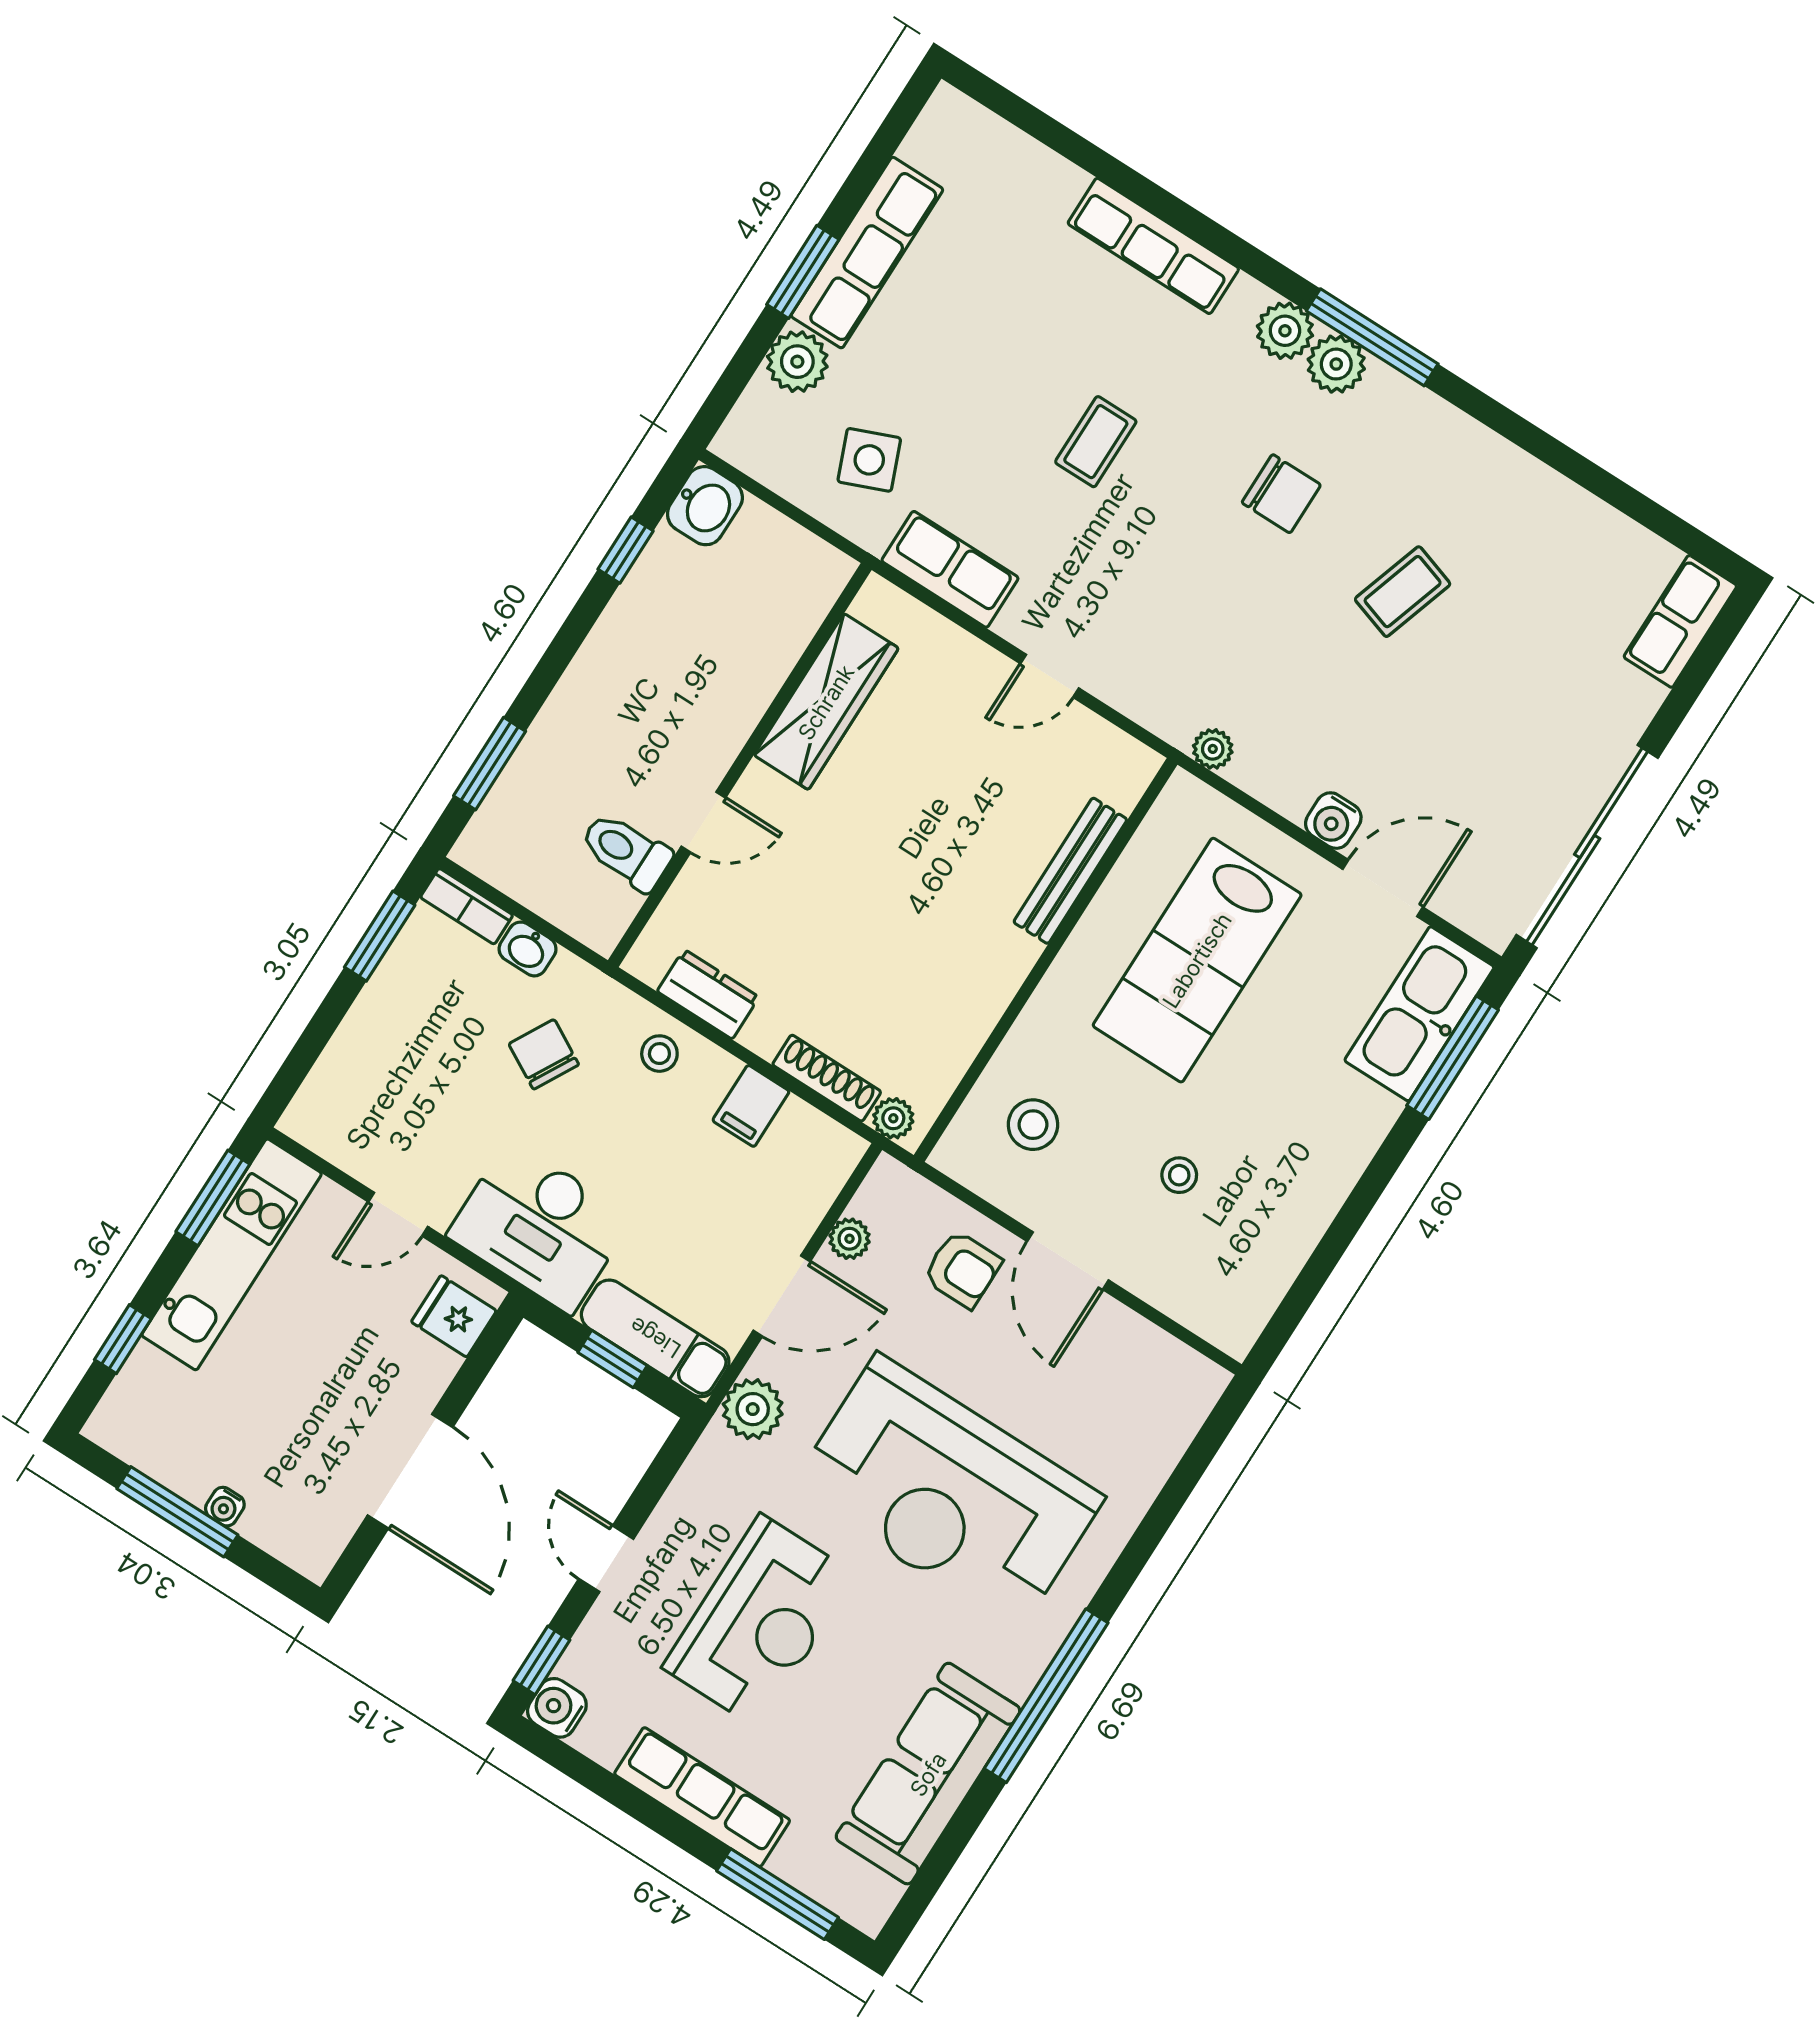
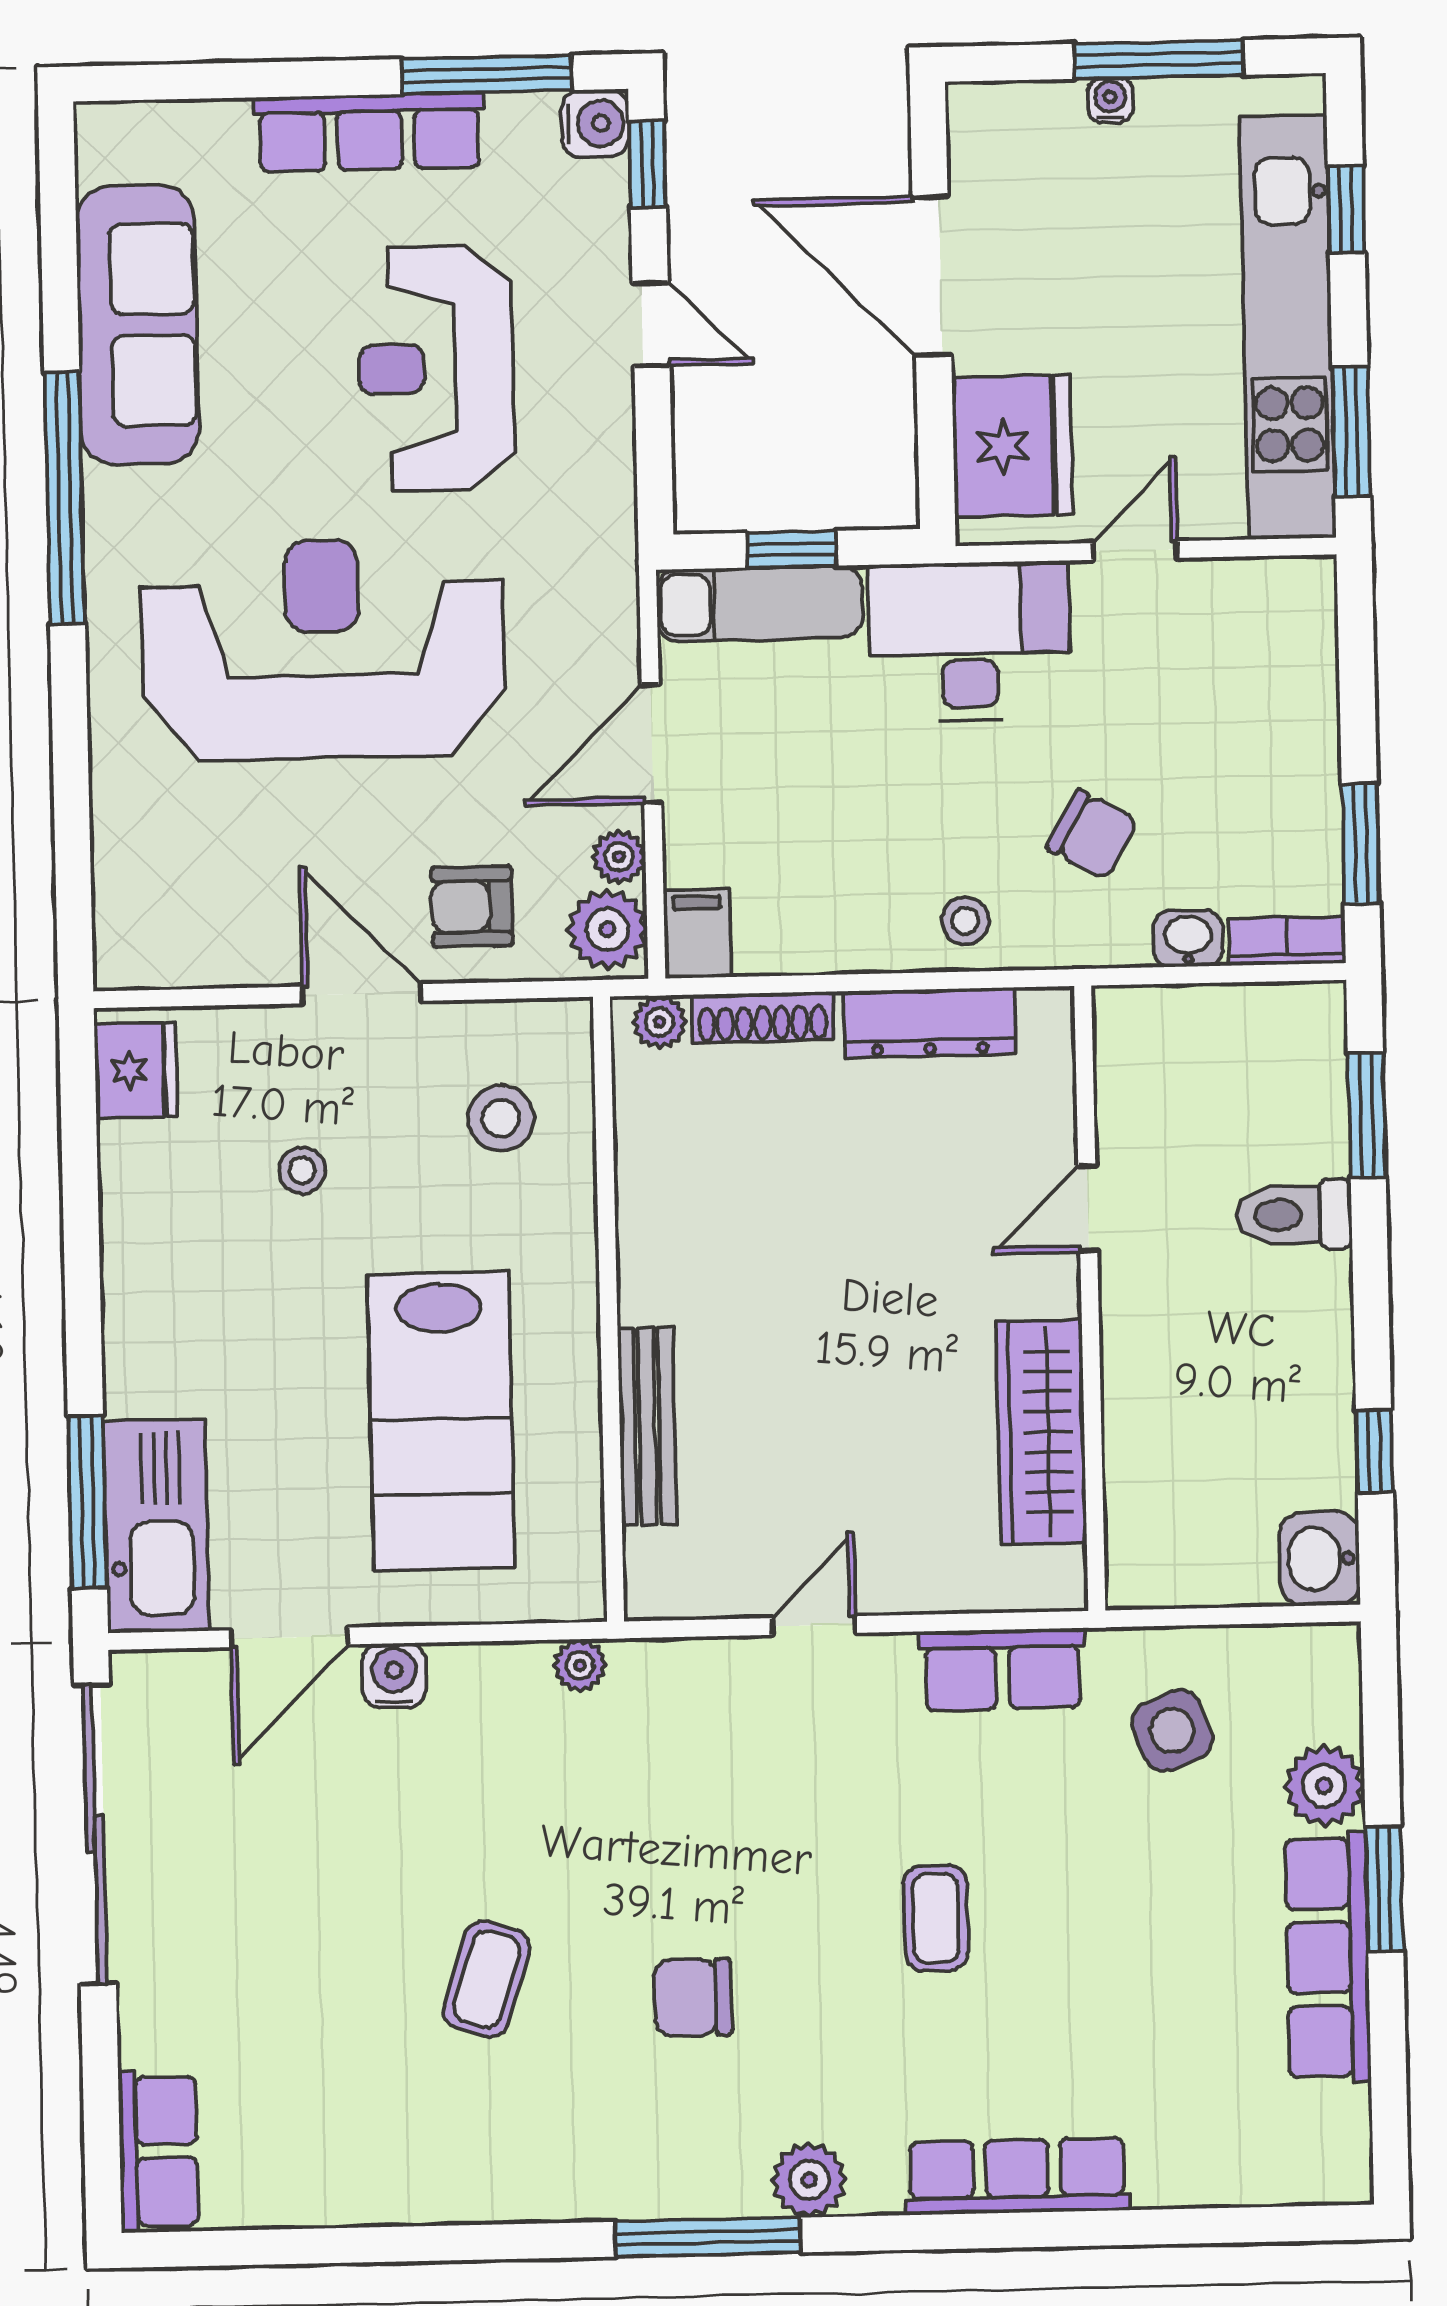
plant: (1336, 364) -> (728, 2181), removed
toilet: (626, 851) -> (1294, 1215), moved, turned 180
lab bench: (1197, 960) -> (441, 1421), turned 180
dresser: (708, 994) -> (930, 1023), width x1.44
filing cabinet: (751, 1106) -> (697, 934), moved
kitchen unit: (232, 1254) -> (1288, 327), width x1.36
fridge: (1241, 1308) -> (136, 1070), added
fridge: (454, 1316) -> (1012, 446), width x1.88, depth x1.34
plant: (753, 1409) -> (607, 929), moved
window: (778, 1894) -> (487, 75), moved

